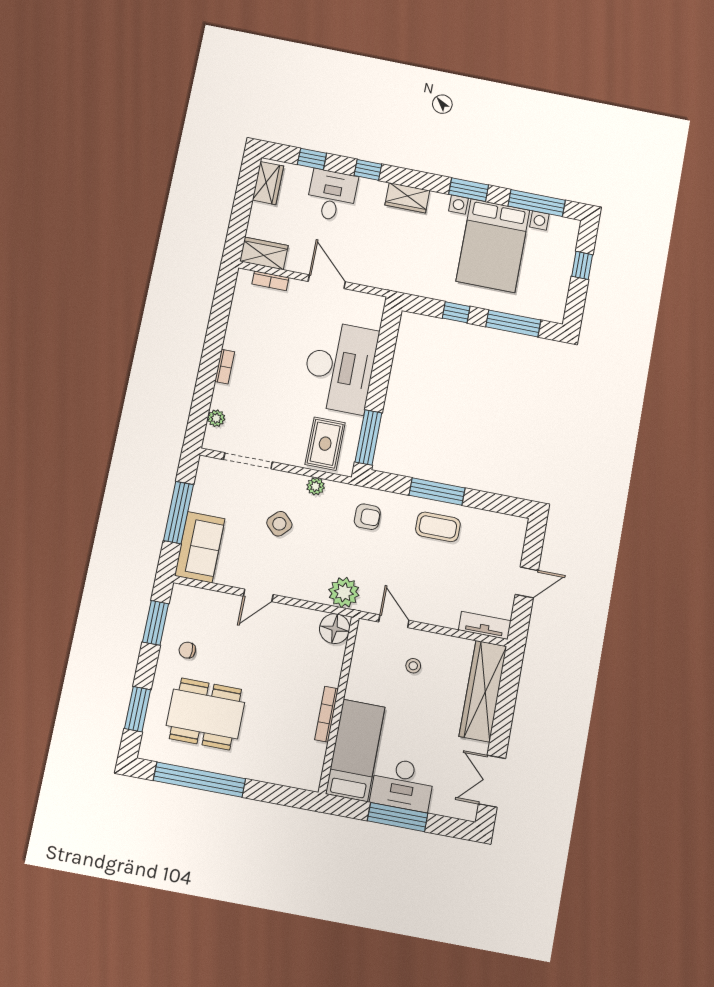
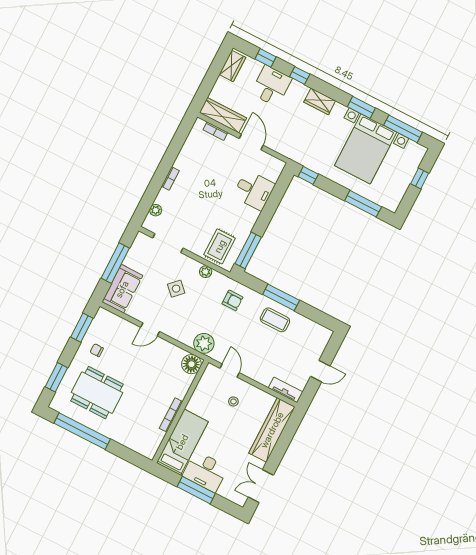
wardrobe: (264, 253) -> (223, 115), width x1.50
window: (456, 312) -> (308, 175), moved
desk: (340, 367) -> (254, 190), width x0.53, depth x0.77

